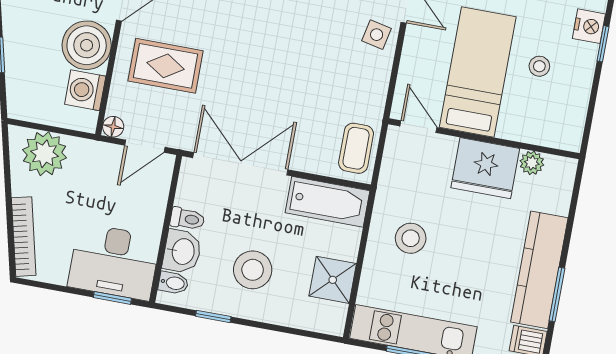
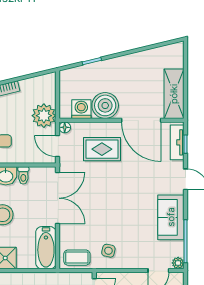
side table: (377, 35) -> (108, 251), moved
rug: (166, 66) -> (102, 149), turned 90
plant: (45, 154) -> (44, 116), moved

